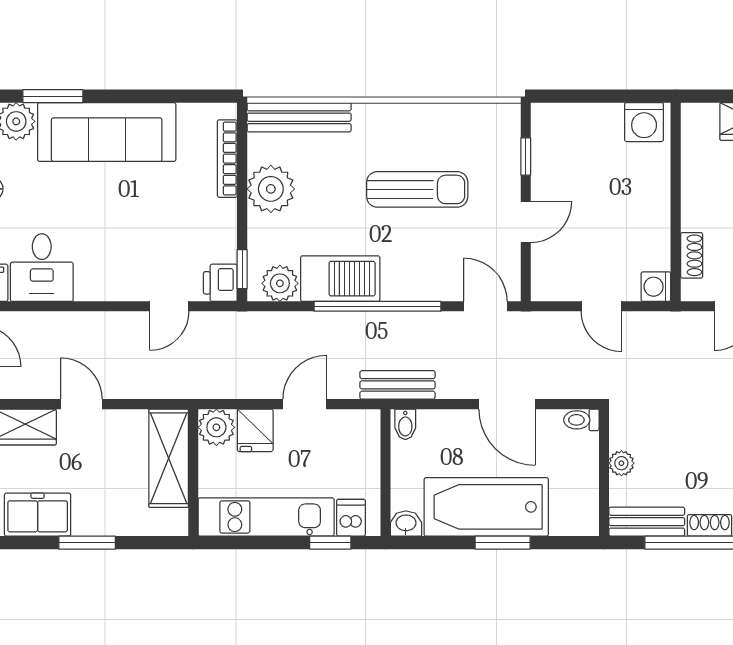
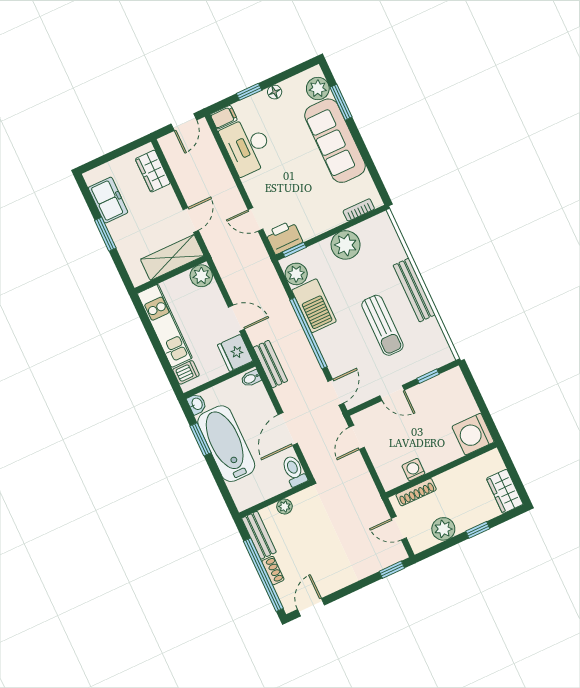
bench: (299, 117) -> (414, 290), moved
washing machine: (644, 122) -> (473, 434), width x1.37, depth x1.37
bookcase: (227, 159) -> (359, 210), width x0.64
shoe rack: (692, 255) -> (416, 492), width x1.43
desk: (42, 268) -> (247, 146), width x1.37
printer: (220, 283) -> (284, 237), width x1.36, depth x1.24
washing machine: (656, 287) -> (413, 470), moved
door: (601, 306) -> (357, 437), moved
door: (81, 404) -> (191, 220), moved
toilet: (581, 420) -> (294, 471), width x1.37, depth x1.39
fridge: (255, 430) -> (235, 353), moved, width x1.38
window: (330, 543) -> (167, 367), removed
window: (503, 543) -> (200, 439), moved

